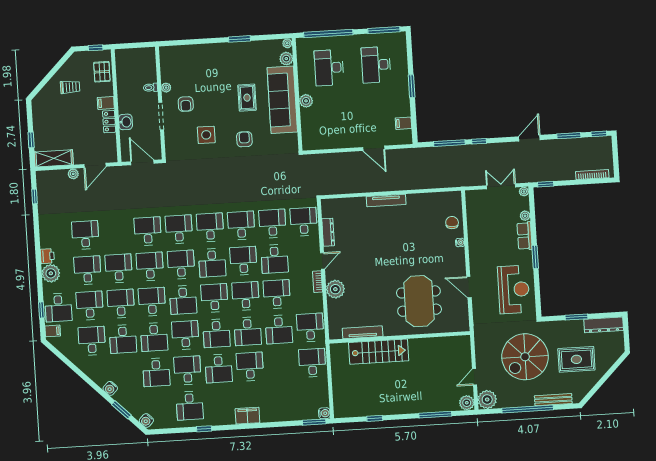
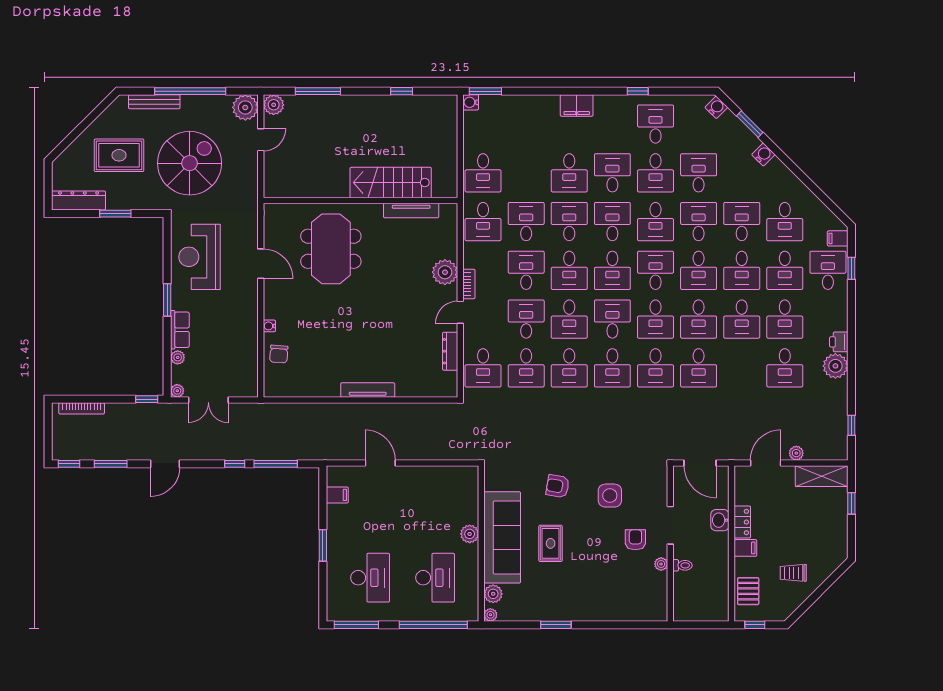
armchair: (244, 139) -> (558, 486), turned 100
plant: (51, 273) -> (835, 366), moved
desk: (277, 294) -> (526, 270), turned 180

